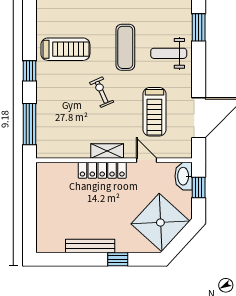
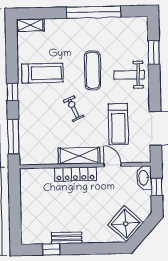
shelving: (107, 151) -> (79, 156), width x1.50, depth x1.33
shower: (160, 223) -> (126, 224), width x0.73, depth x0.73
bench: (90, 246) -> (67, 238), width x0.73
window: (118, 259) -> (51, 249), moved

